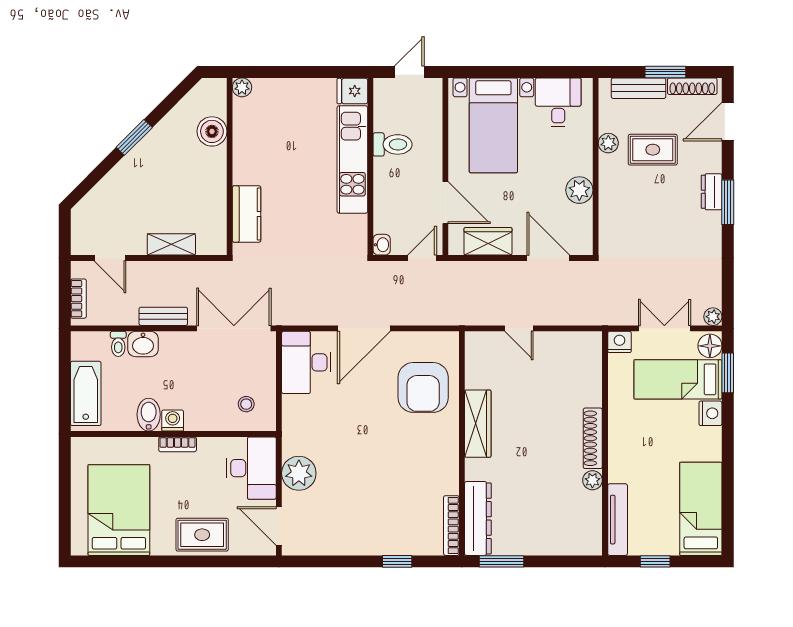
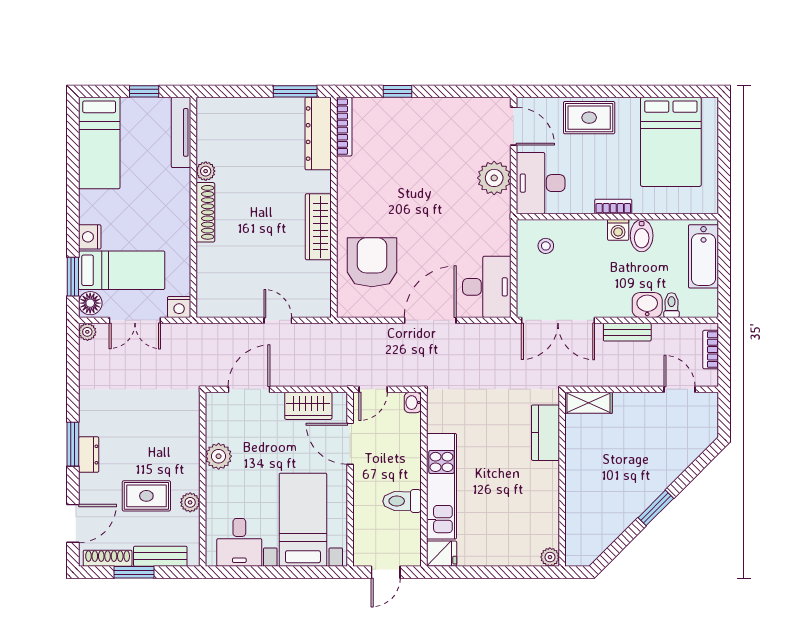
boiler: (212, 131) -> (579, 514), removed
shelving: (171, 244) -> (588, 403), moved
door: (548, 258) -> (249, 389), swing flipped

